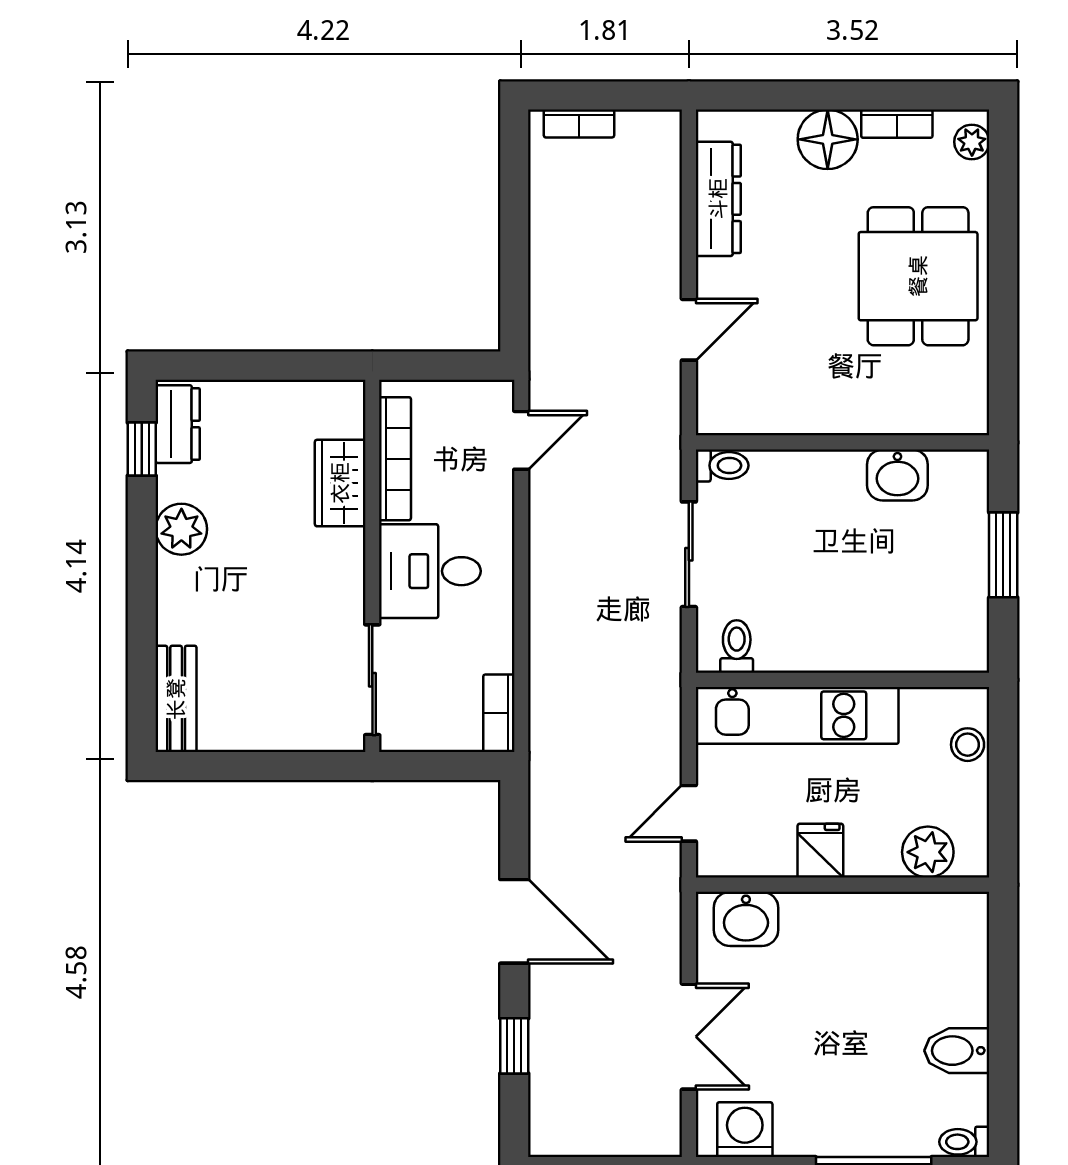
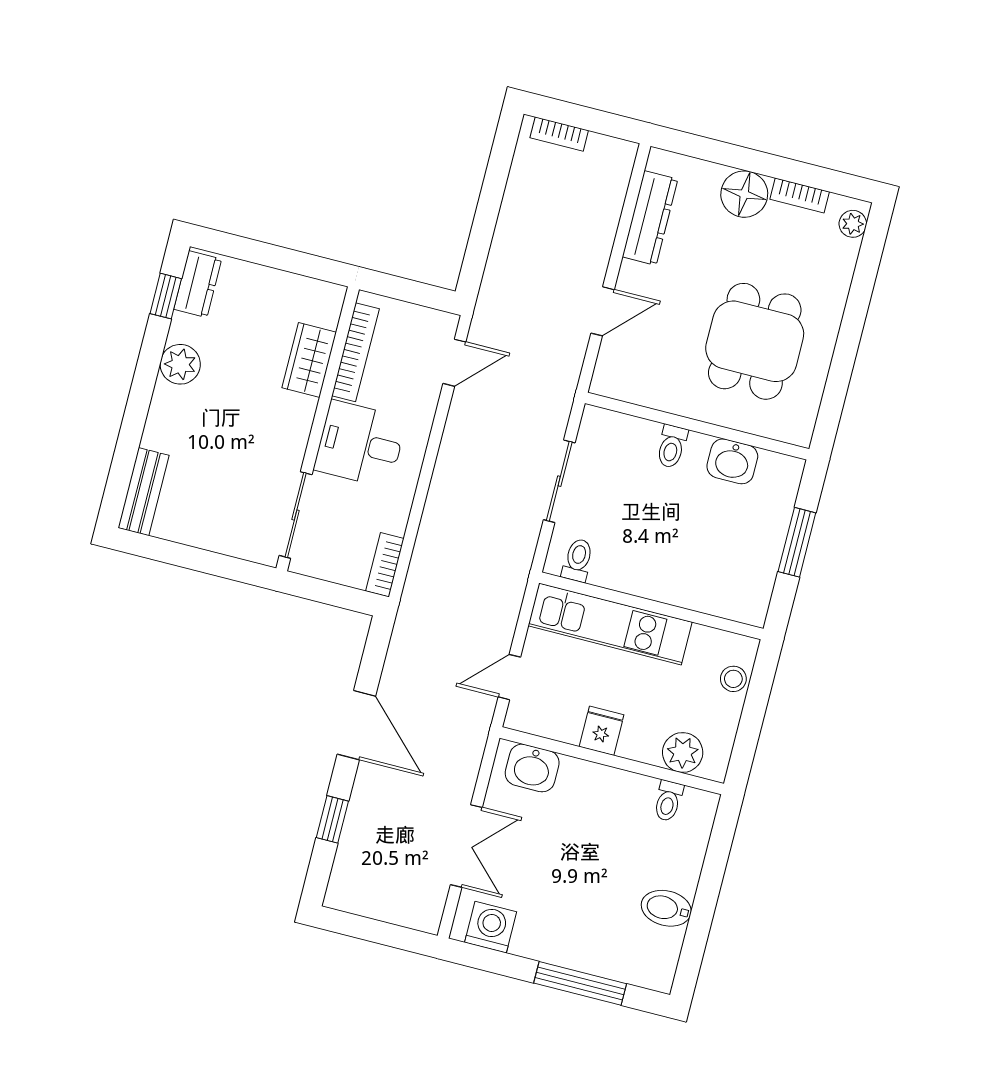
dining table: (918, 276) -> (755, 341), moved
toilet: (722, 465) -> (672, 446), moved, turned 90
toilet: (964, 1142) -> (668, 801), moved, turned -90

